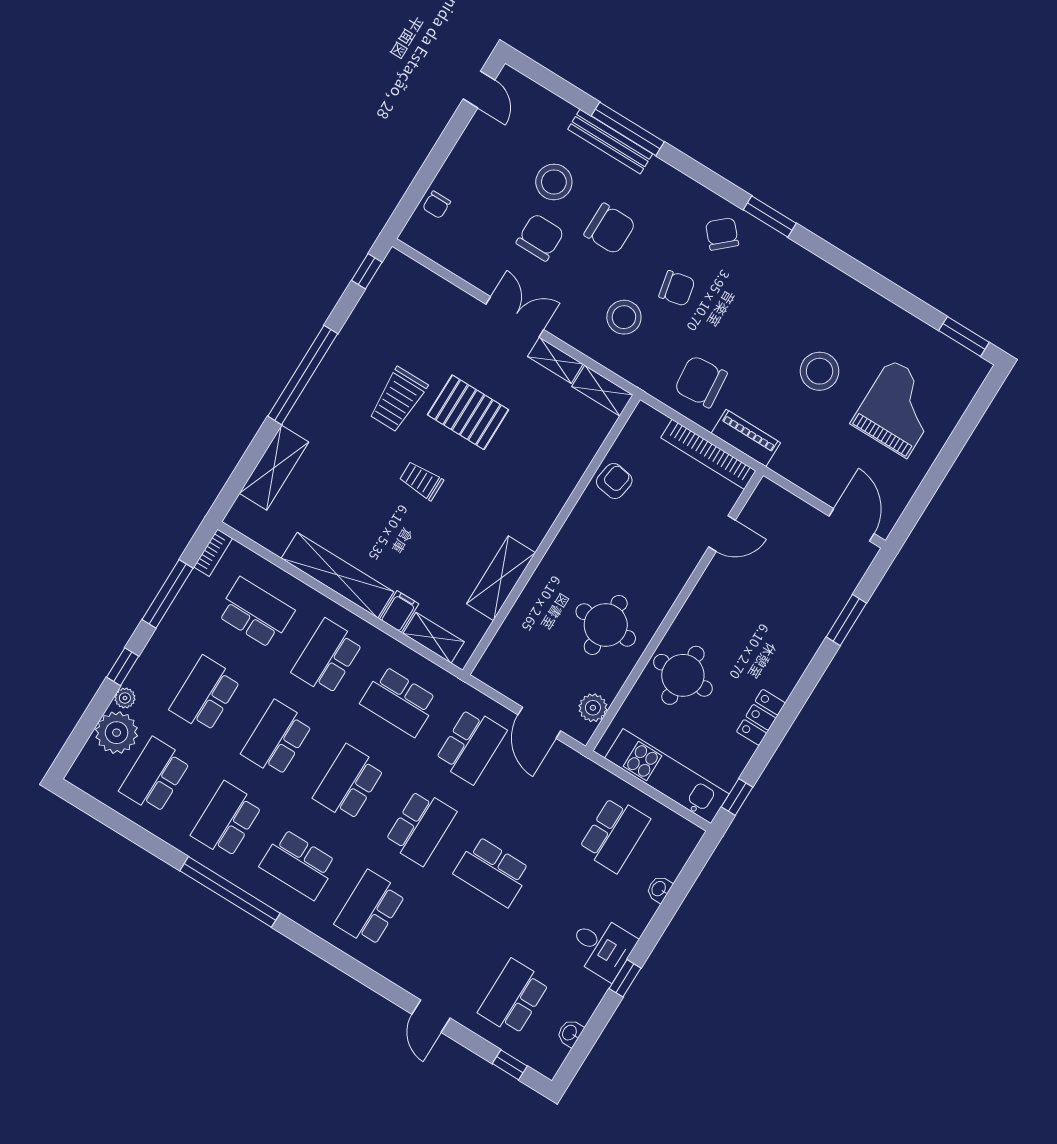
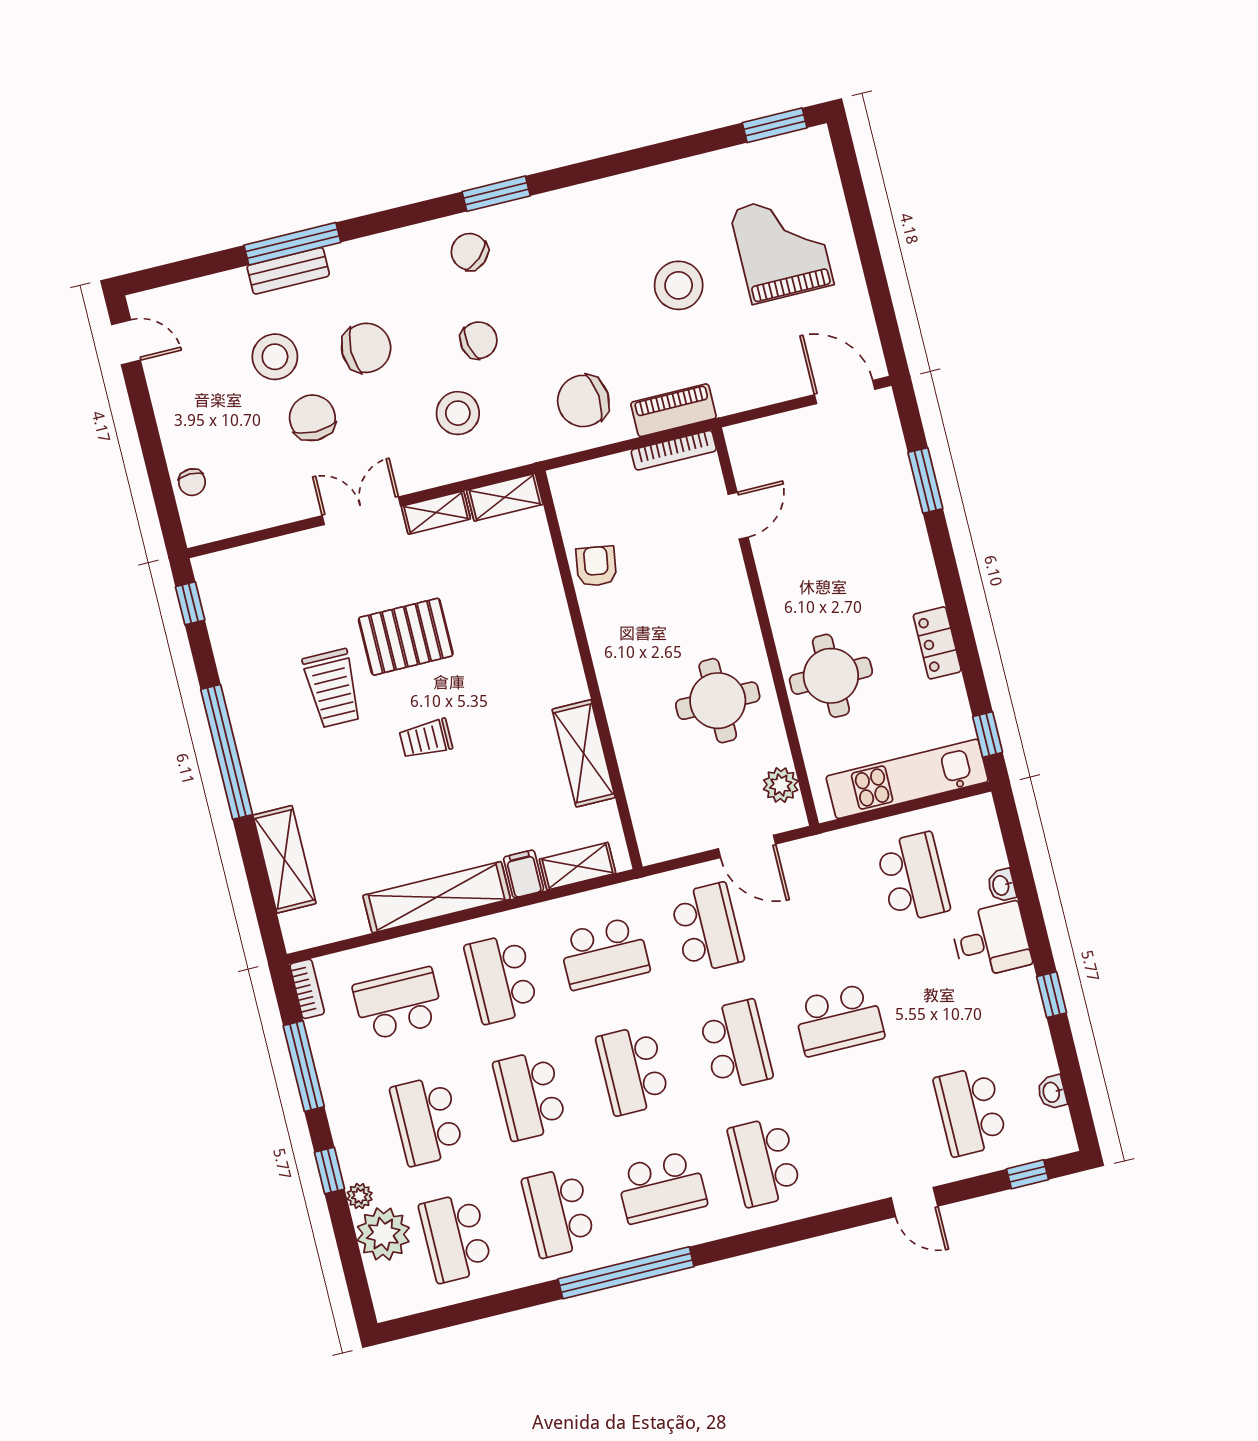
bench: (610, 142) -> (288, 271), width x0.73
bookcase: (708, 454) -> (674, 450), width x0.68, depth x0.76
desk: (602, 947) -> (991, 940), moved

